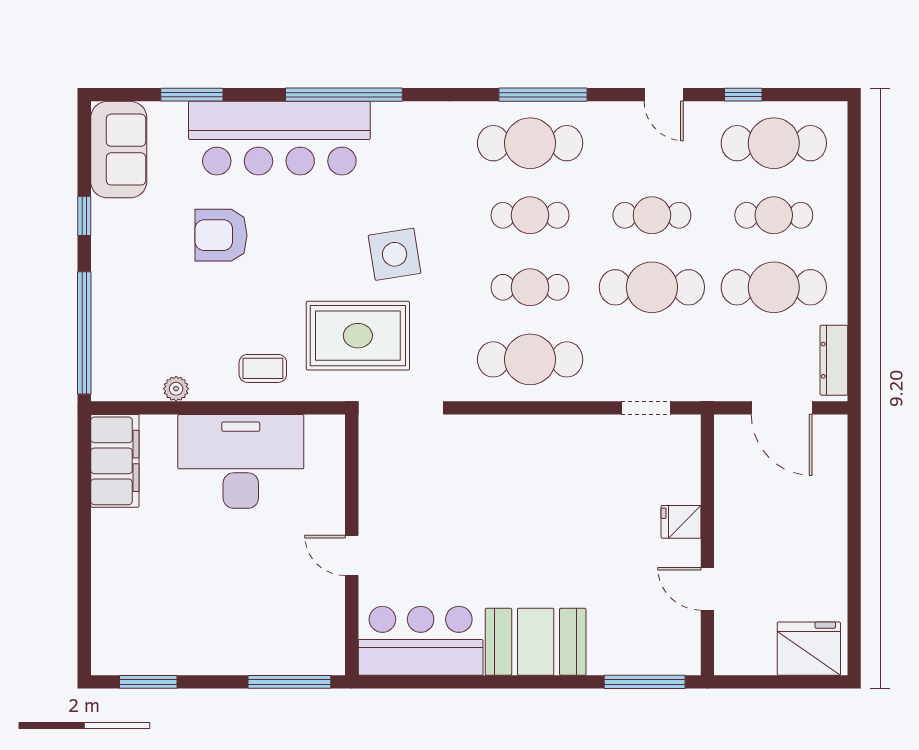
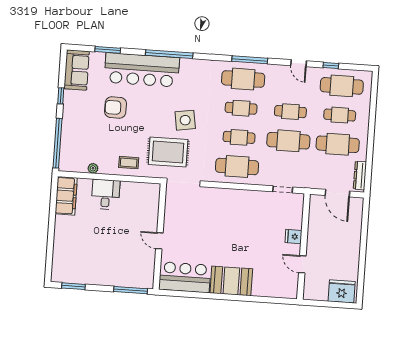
desk: (241, 461) -> (106, 194), width x0.53, depth x0.77
window: (645, 682) -> (274, 300), removed

